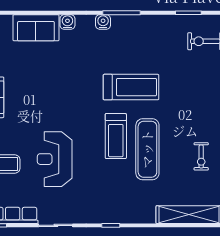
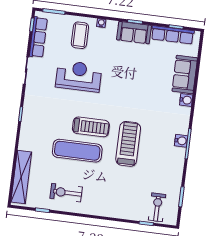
water cooler: (103, 22) -> (181, 141), moved
treadmill: (131, 87) -> (128, 144), turned 180
treadmill: (116, 136) -> (91, 127), turned 180
exercise bike: (201, 156) -> (66, 193), width x1.38, depth x1.39

